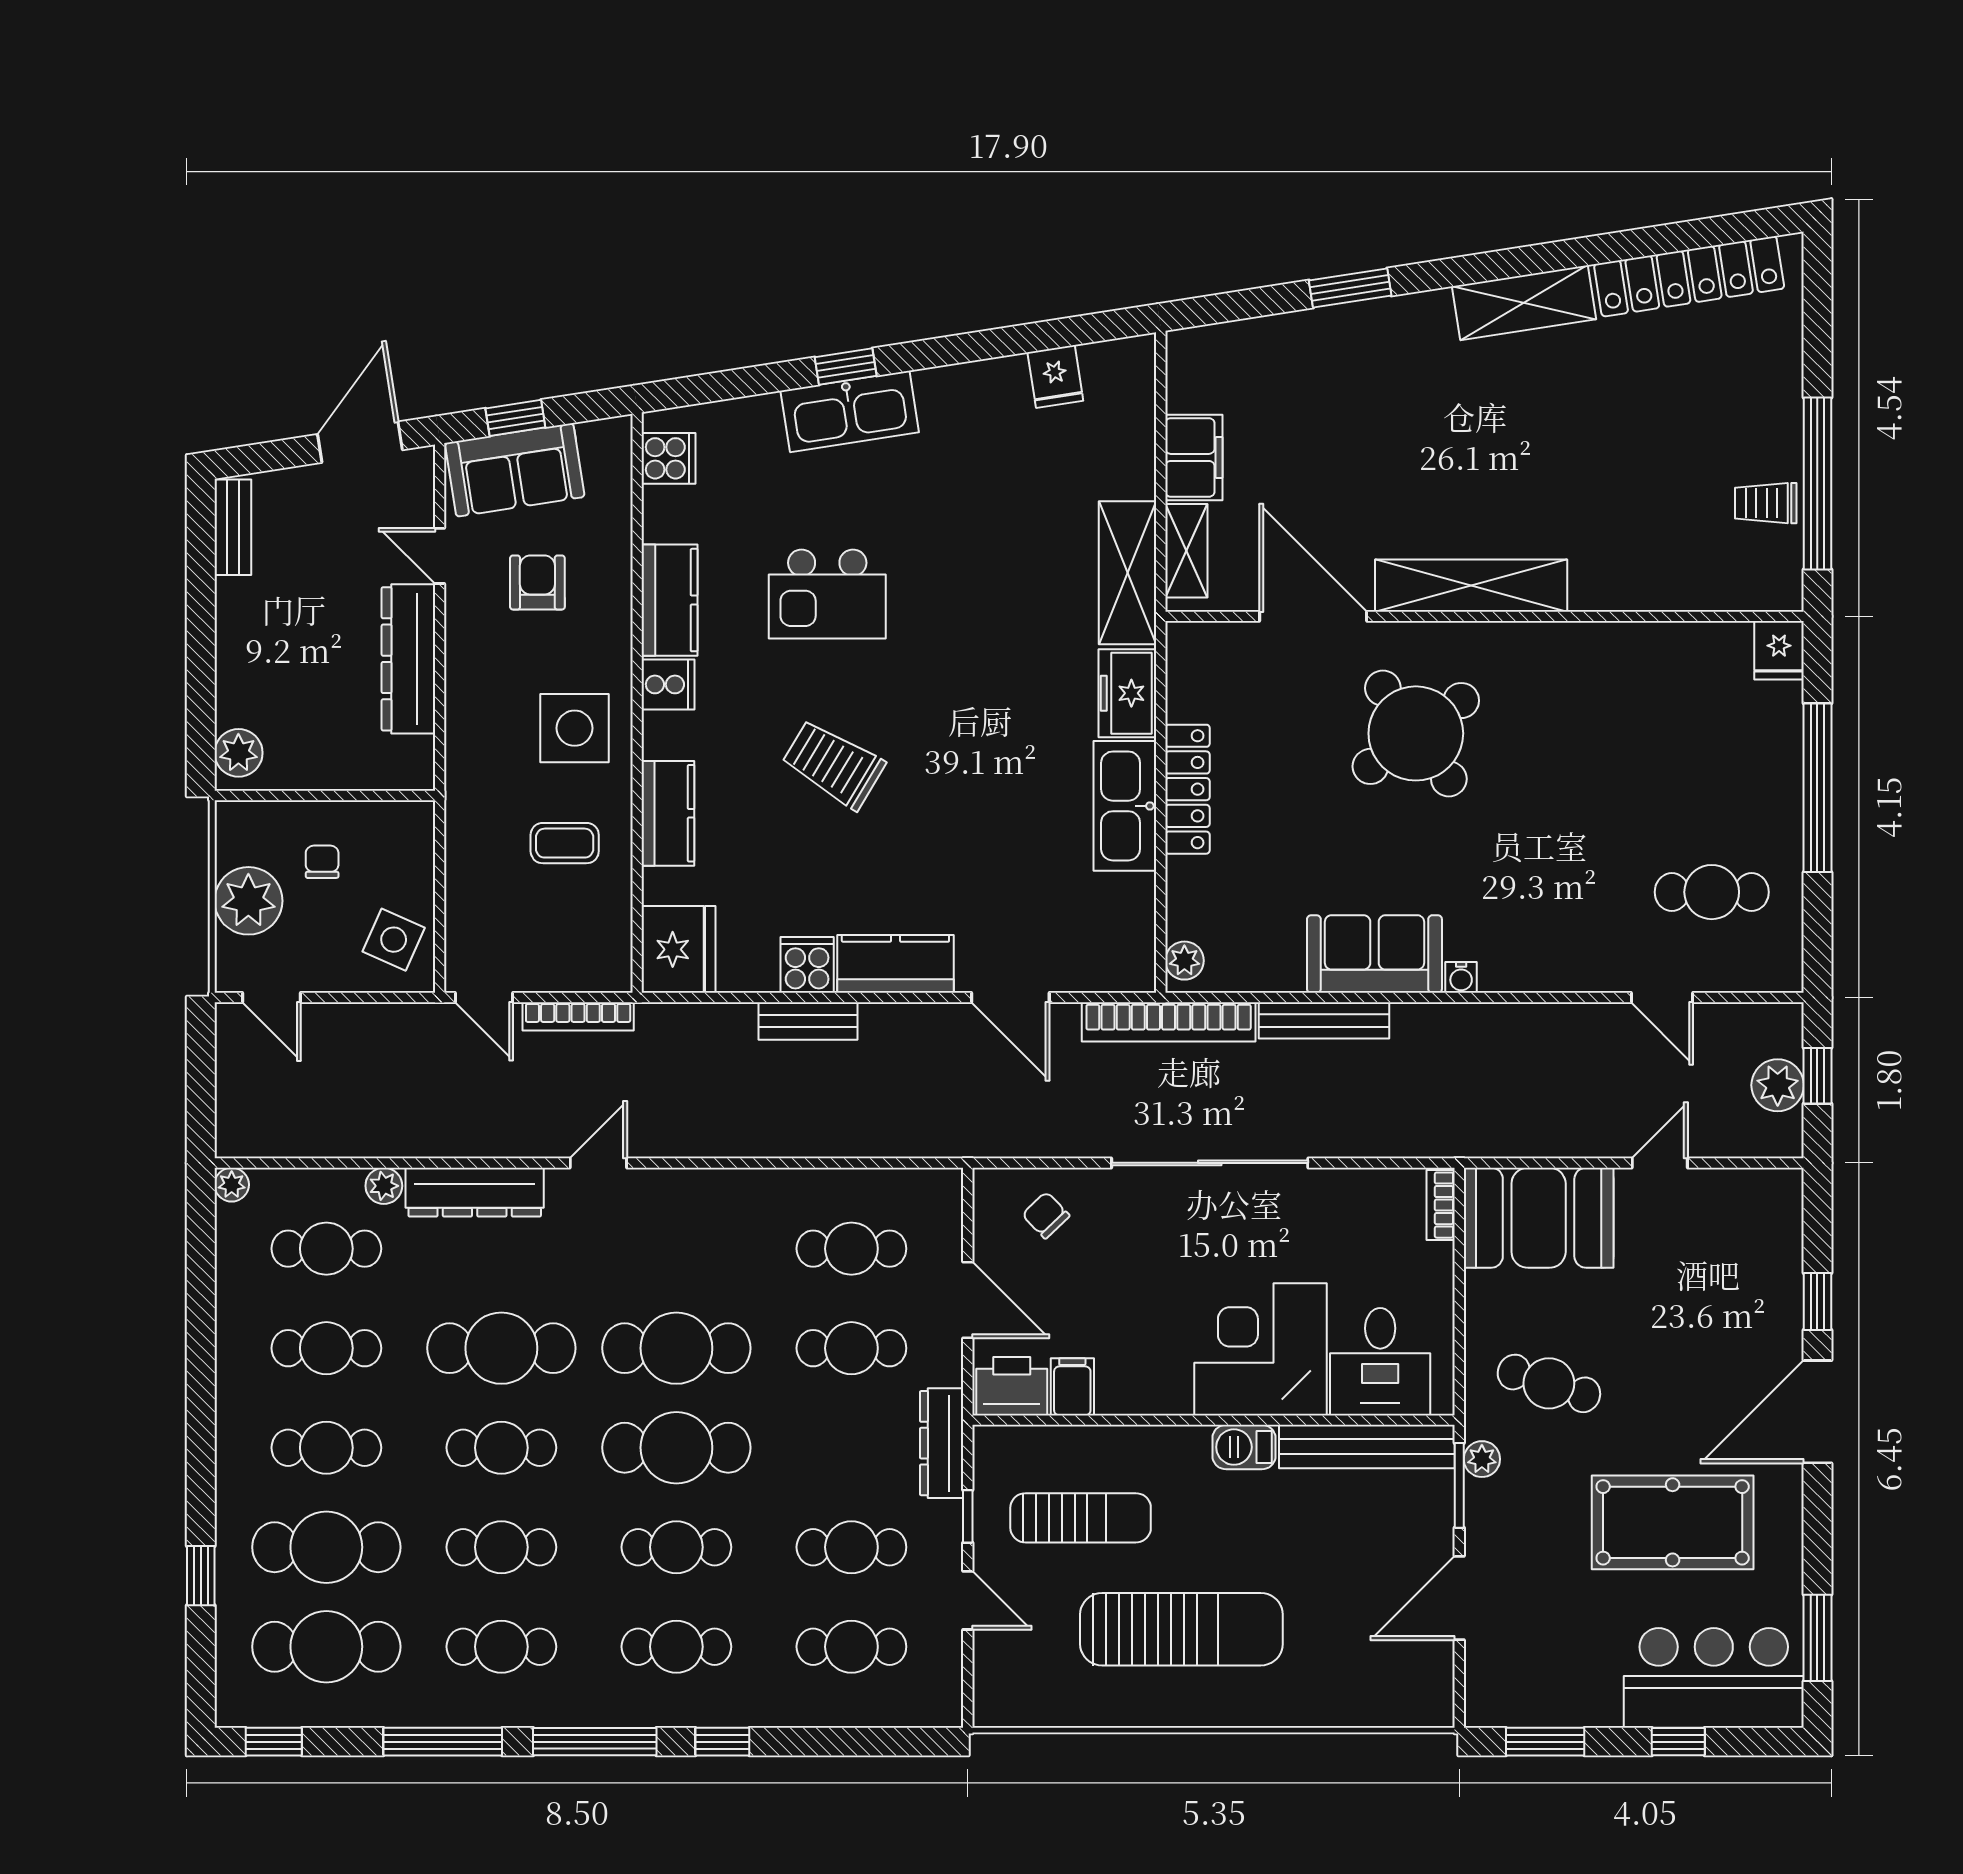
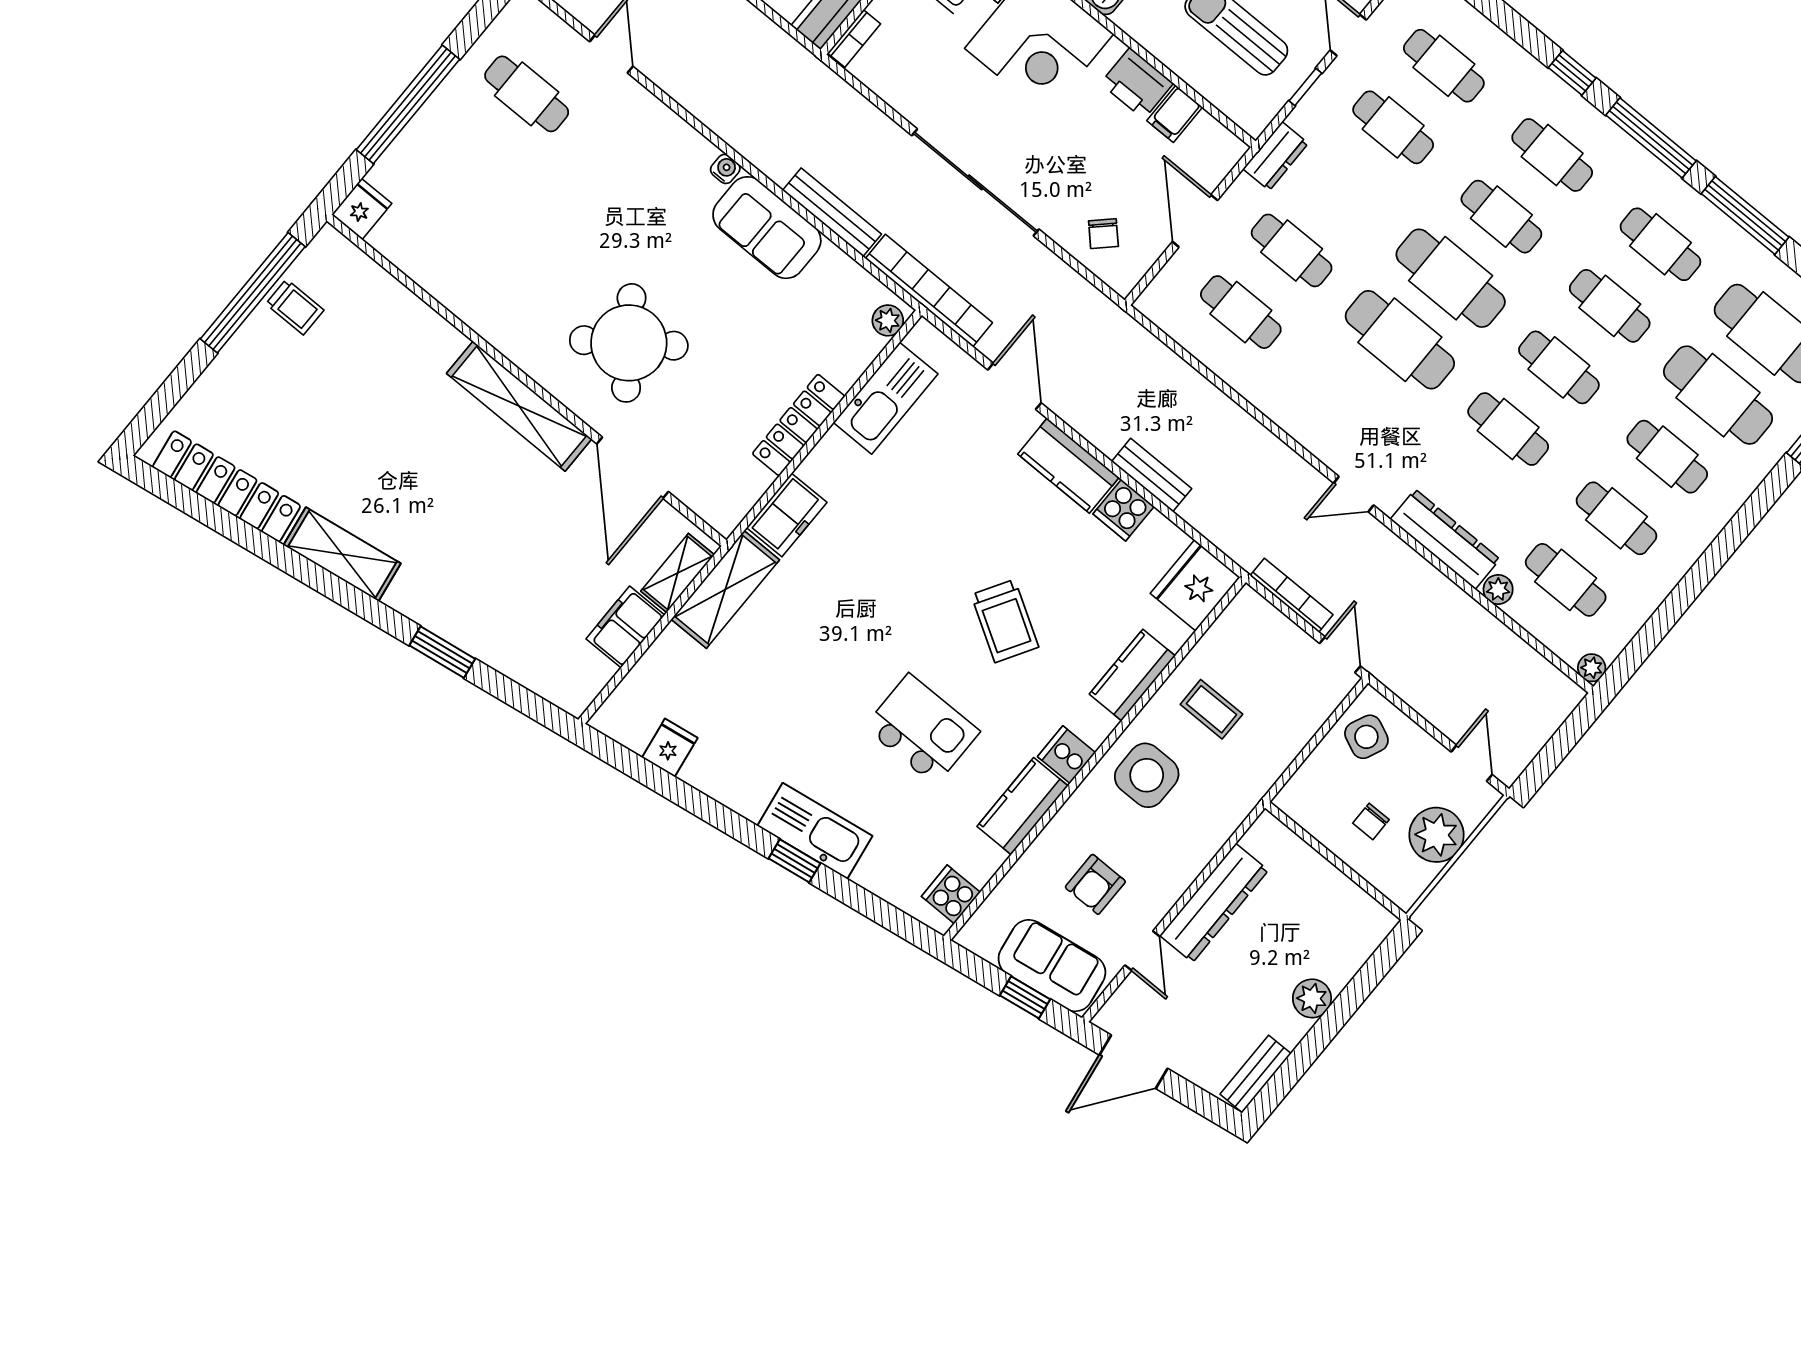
plant: (238, 753) -> (1312, 998), moved
kitchen sink: (1125, 806) -> (886, 398), moved
cafe table: (501, 1348) -> (1508, 429), width x0.73, depth x0.74
printer: (1012, 1386) -> (1137, 83), moved
dresser: (942, 1443) -> (1276, 156), width x0.70

